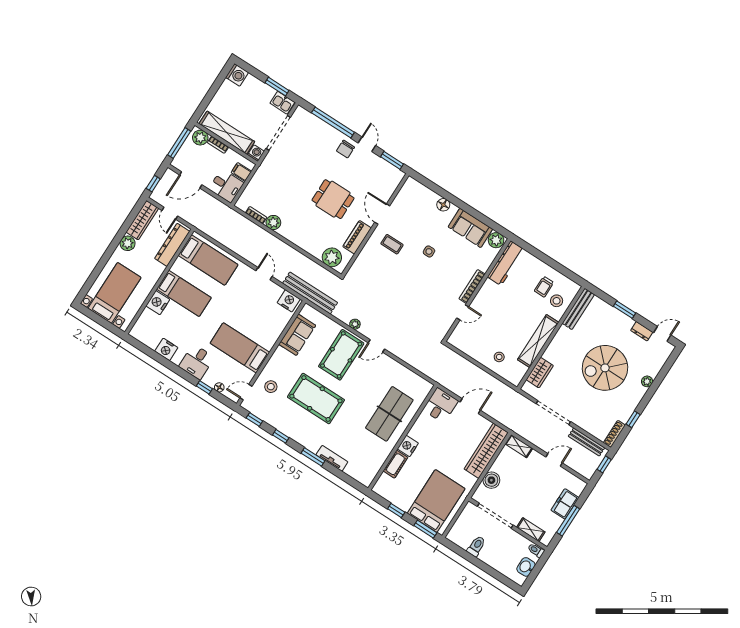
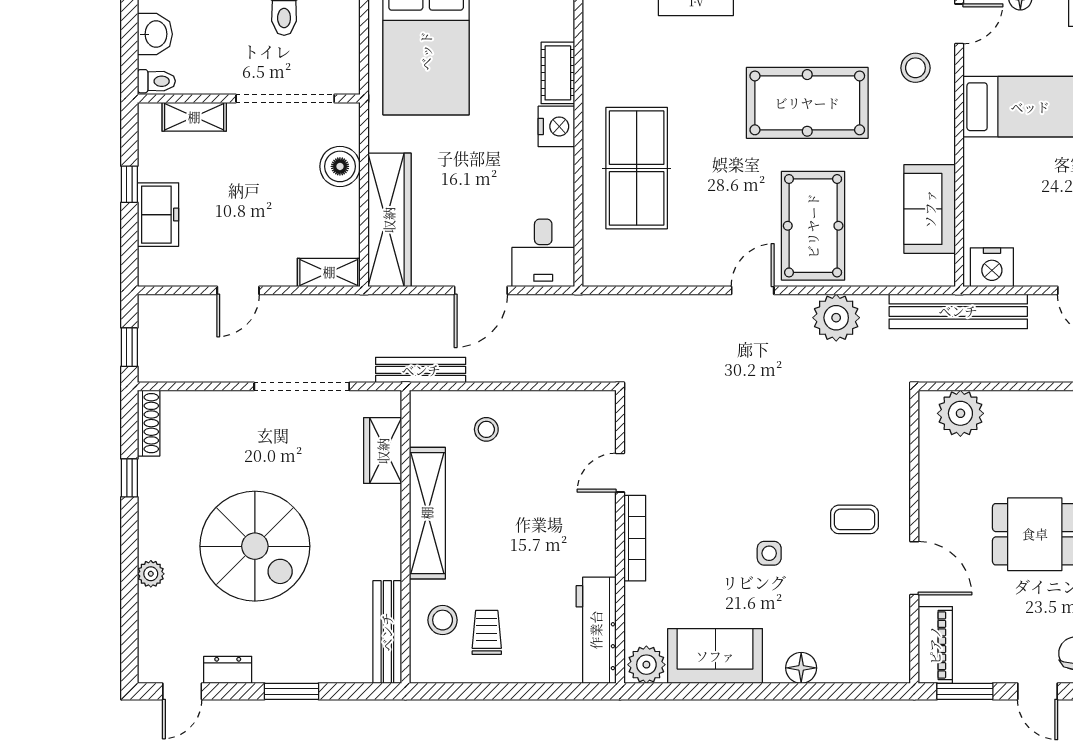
piano: (357, 237) -> (935, 645), moved
plant: (355, 324) -> (836, 318), width x1.88, depth x1.88
spiral stairs: (605, 368) -> (255, 546), turned 90
bench: (587, 442) -> (421, 370), moved
window: (568, 521) -> (129, 184), width x0.46

